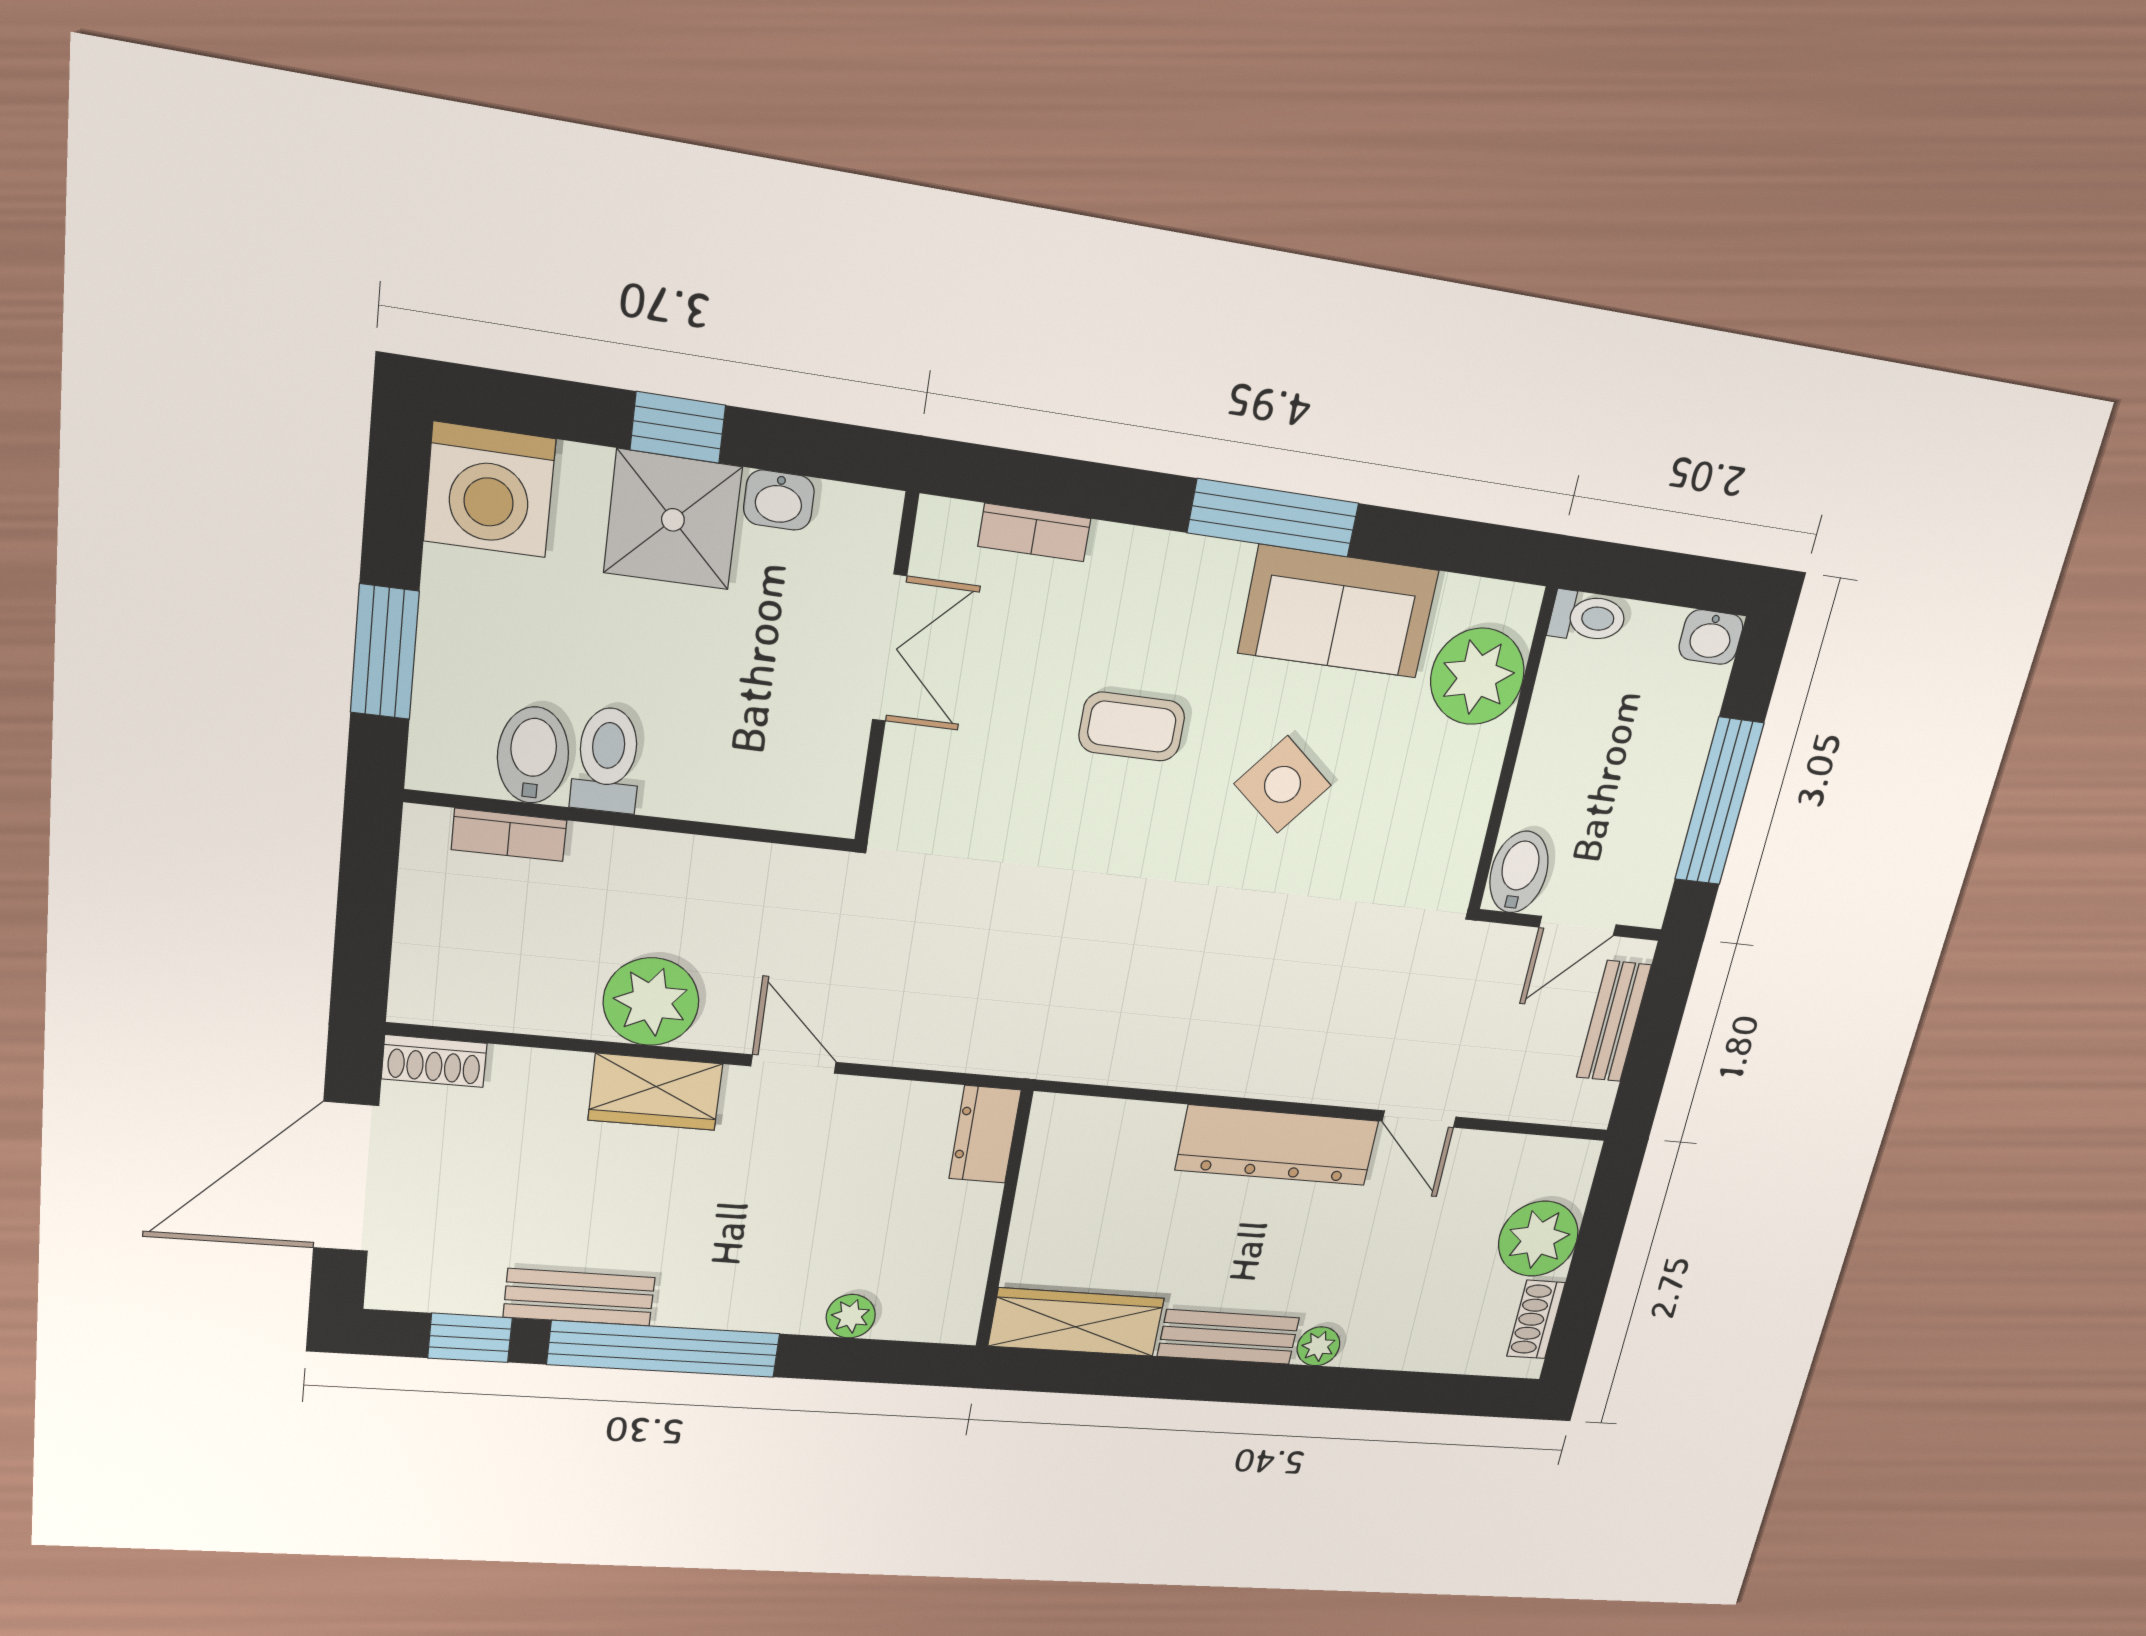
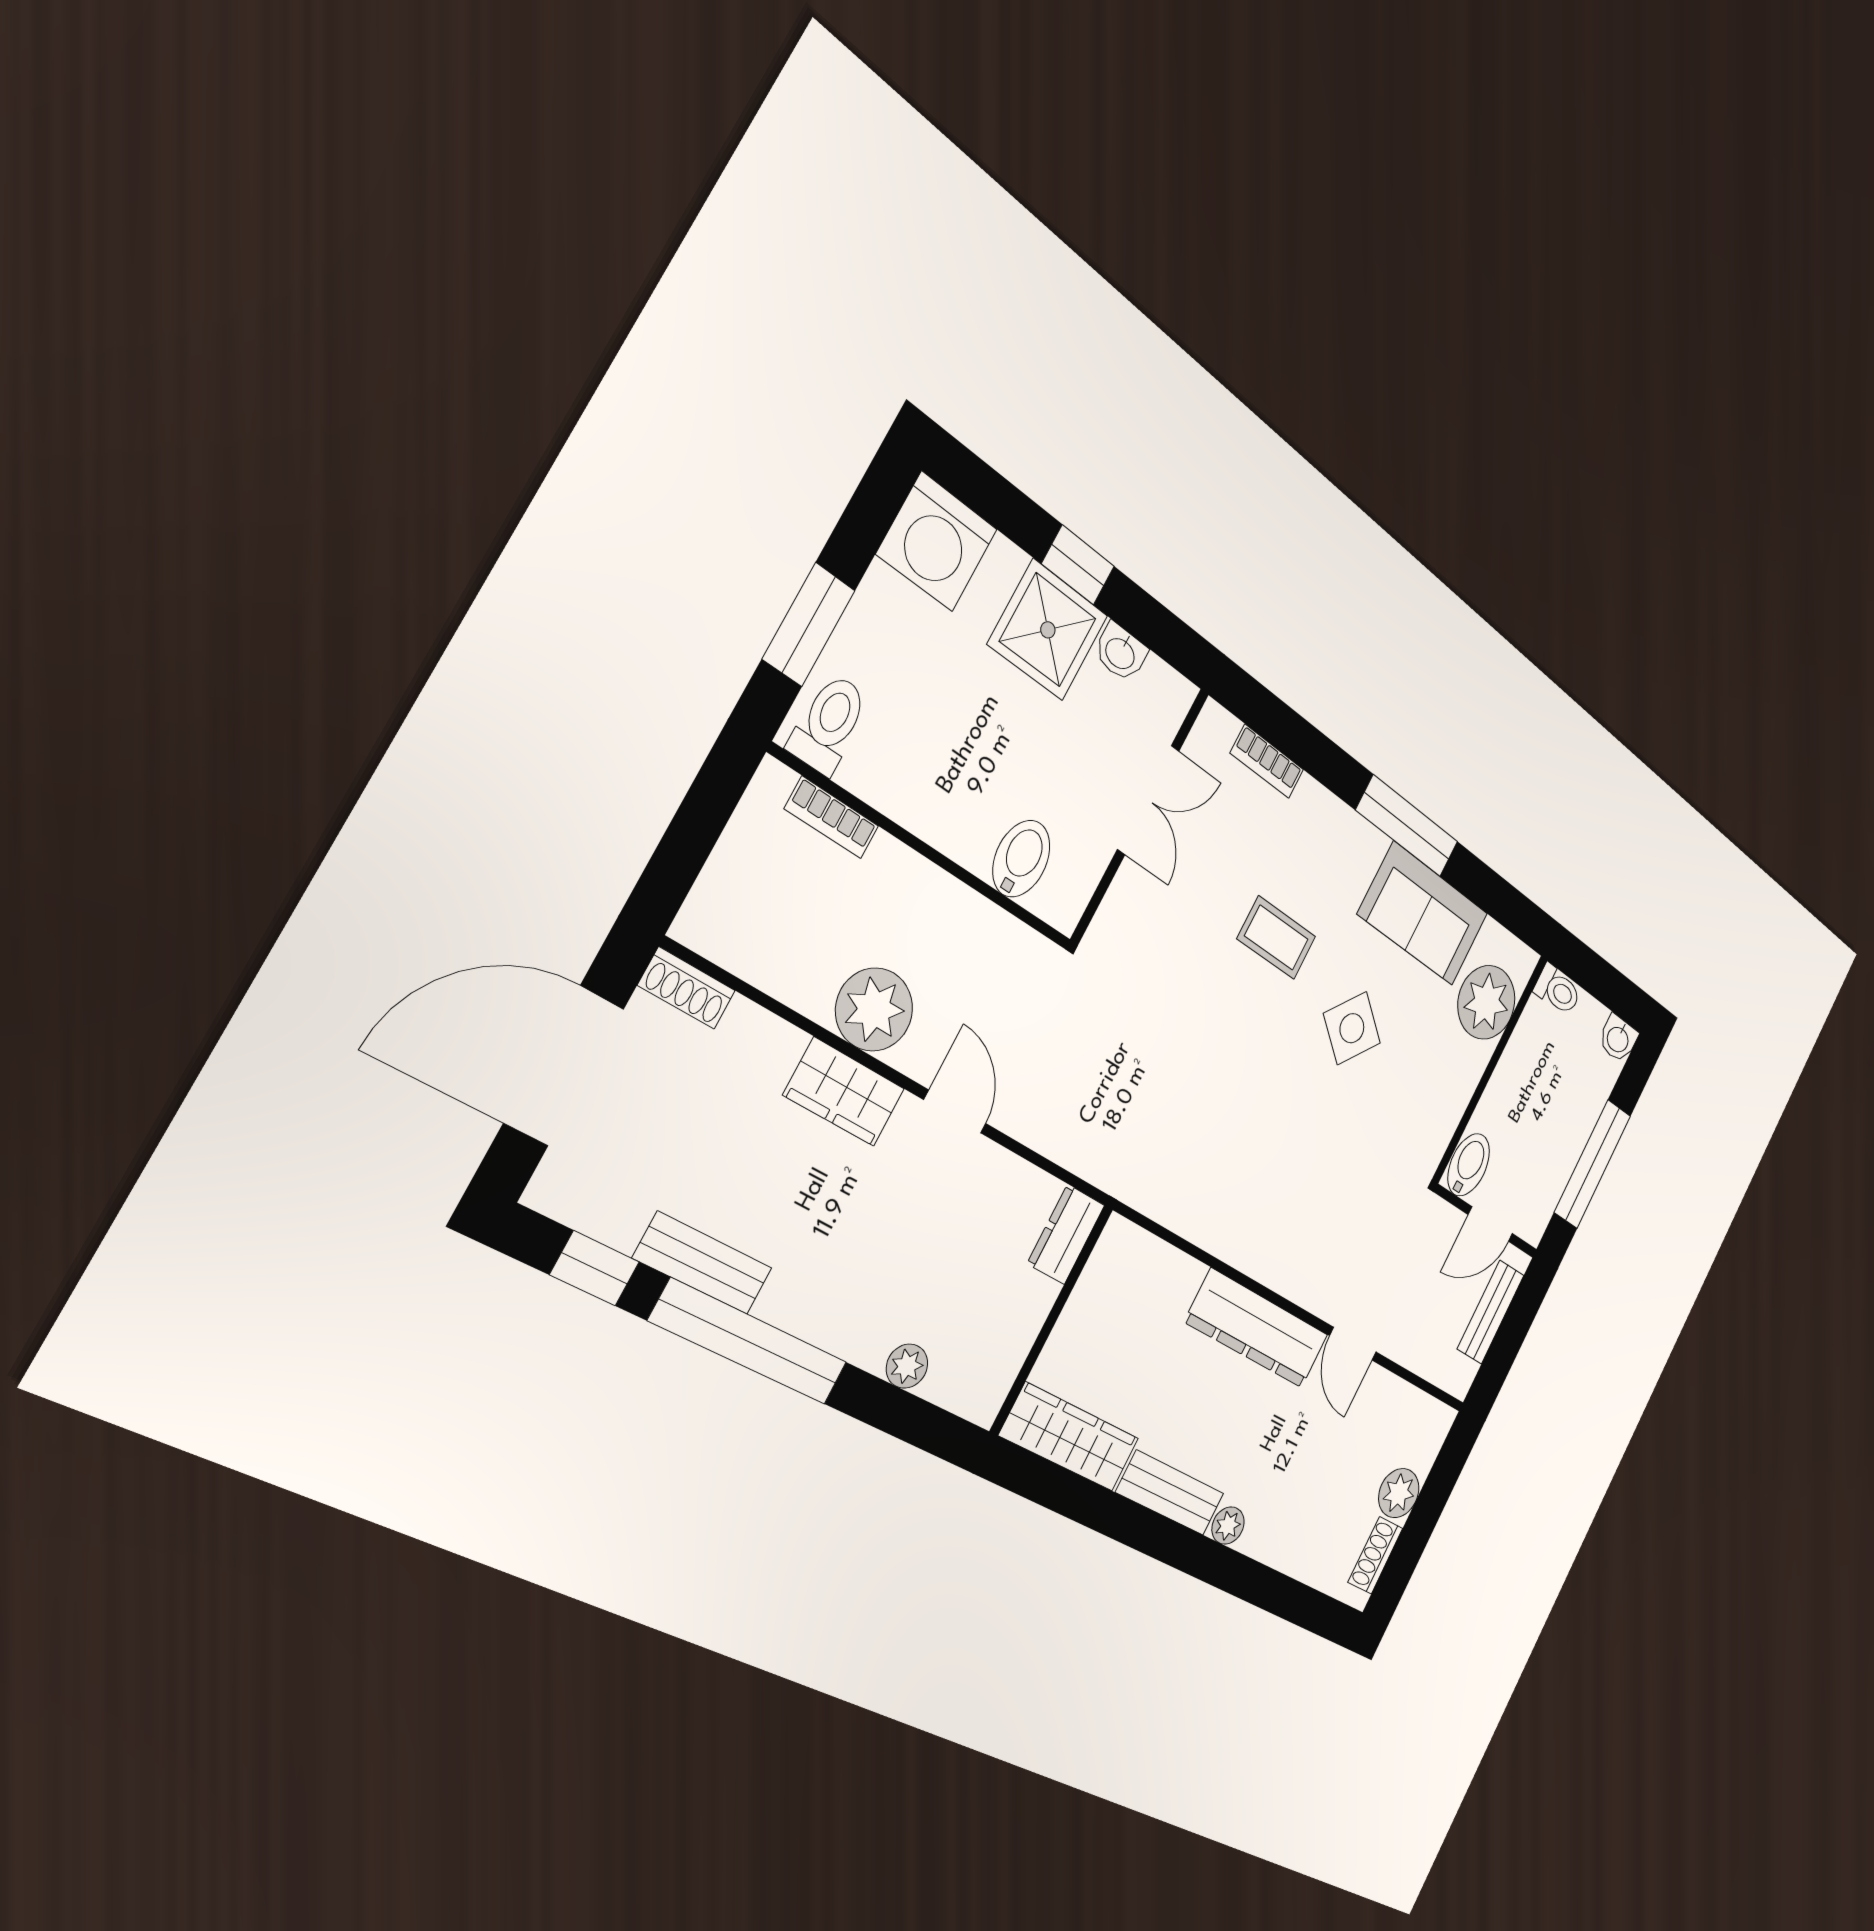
bidet: (533, 755) -> (1021, 859), moved
toilet: (607, 760) -> (829, 724), moved
plant: (1538, 1239) -> (1399, 1493), width x0.73, depth x0.73

